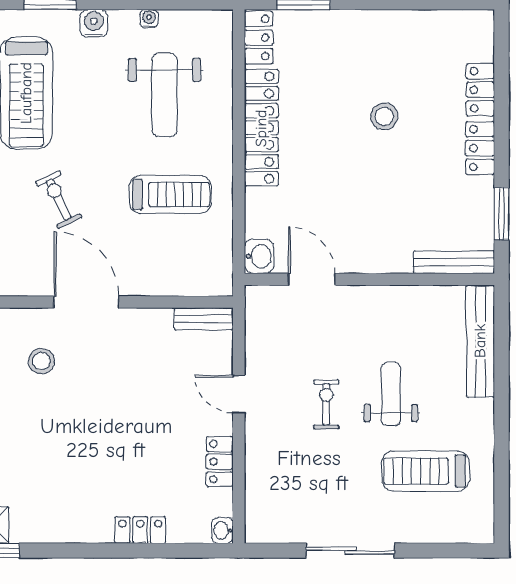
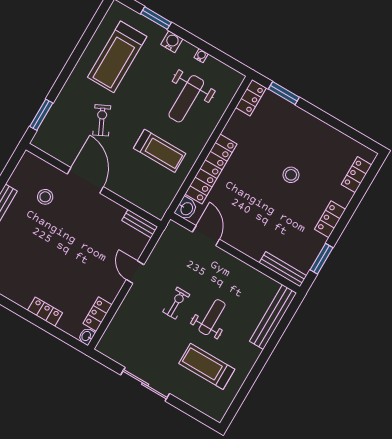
locker: (480, 90) -> (356, 175), moved
locker: (261, 128) -> (211, 169), moved
locker: (220, 462) -> (97, 314), moved

